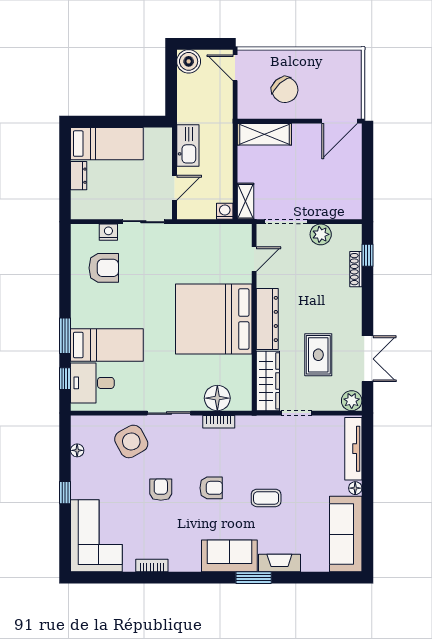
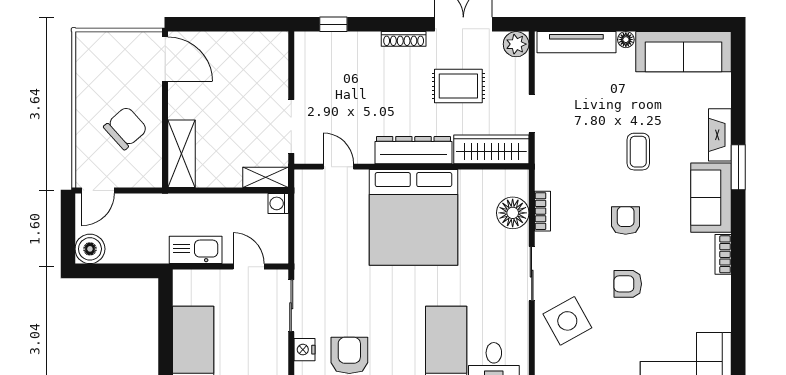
plant: (321, 234) -> (307, 83), removed
shoe rack: (356, 269) -> (404, 39), moved
bookcase: (152, 566) -> (723, 254), moved

